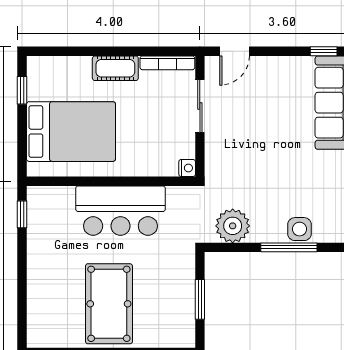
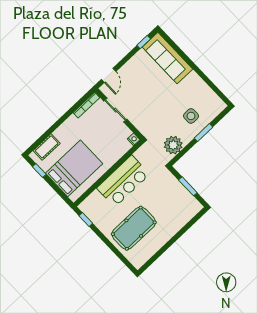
cot: (115, 68) -> (47, 147), moved
side table: (299, 229) -> (191, 116), moved
window: (289, 247) -> (203, 133), width x0.69
pool table: (109, 304) -> (134, 228), moved, turned 90

